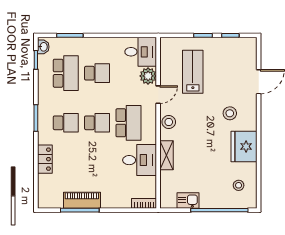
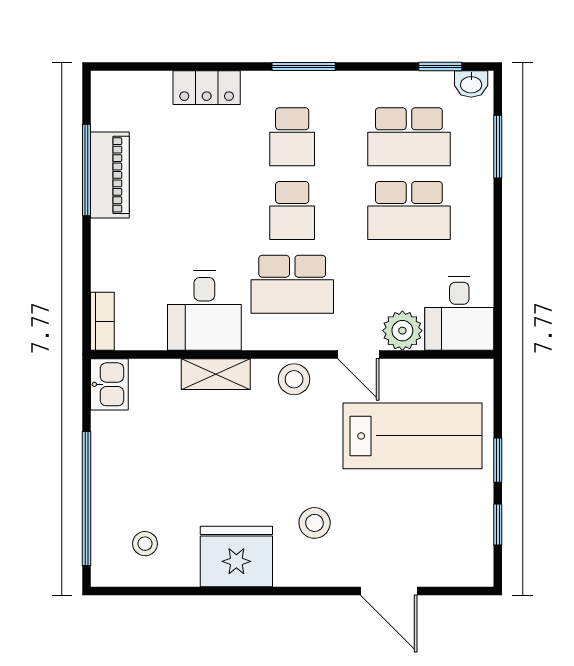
lab bench: (193, 72) -> (412, 436), width x1.36, depth x1.39
school desk: (97, 73) -> (409, 211), width x1.85
kitchen sink: (188, 200) -> (109, 384), moved

